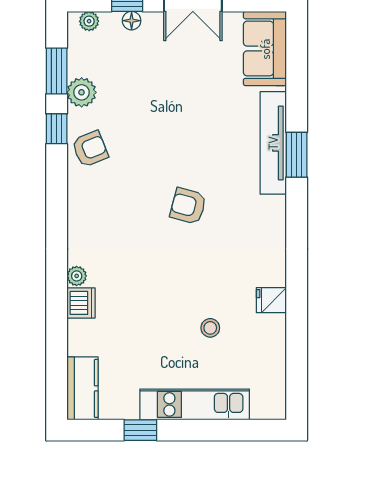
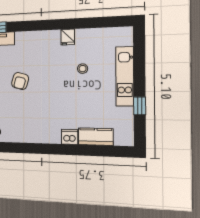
plant: (77, 276) -> (55, 139), removed
kitchen counter: (82, 388) -> (96, 137), moved

